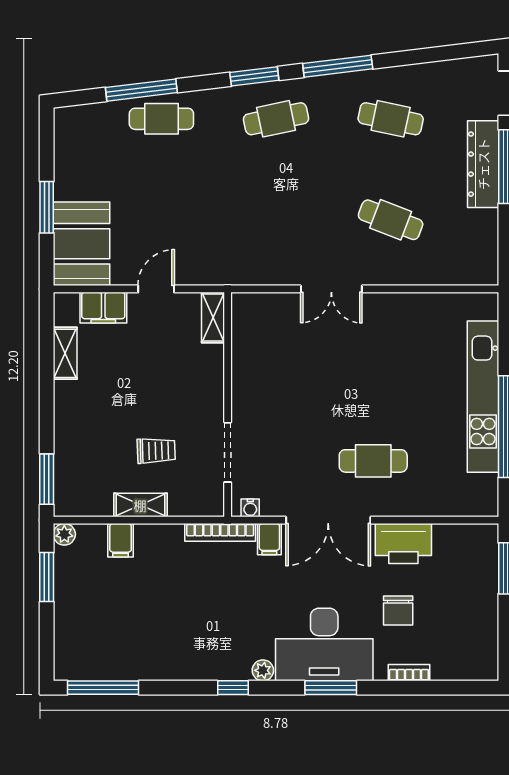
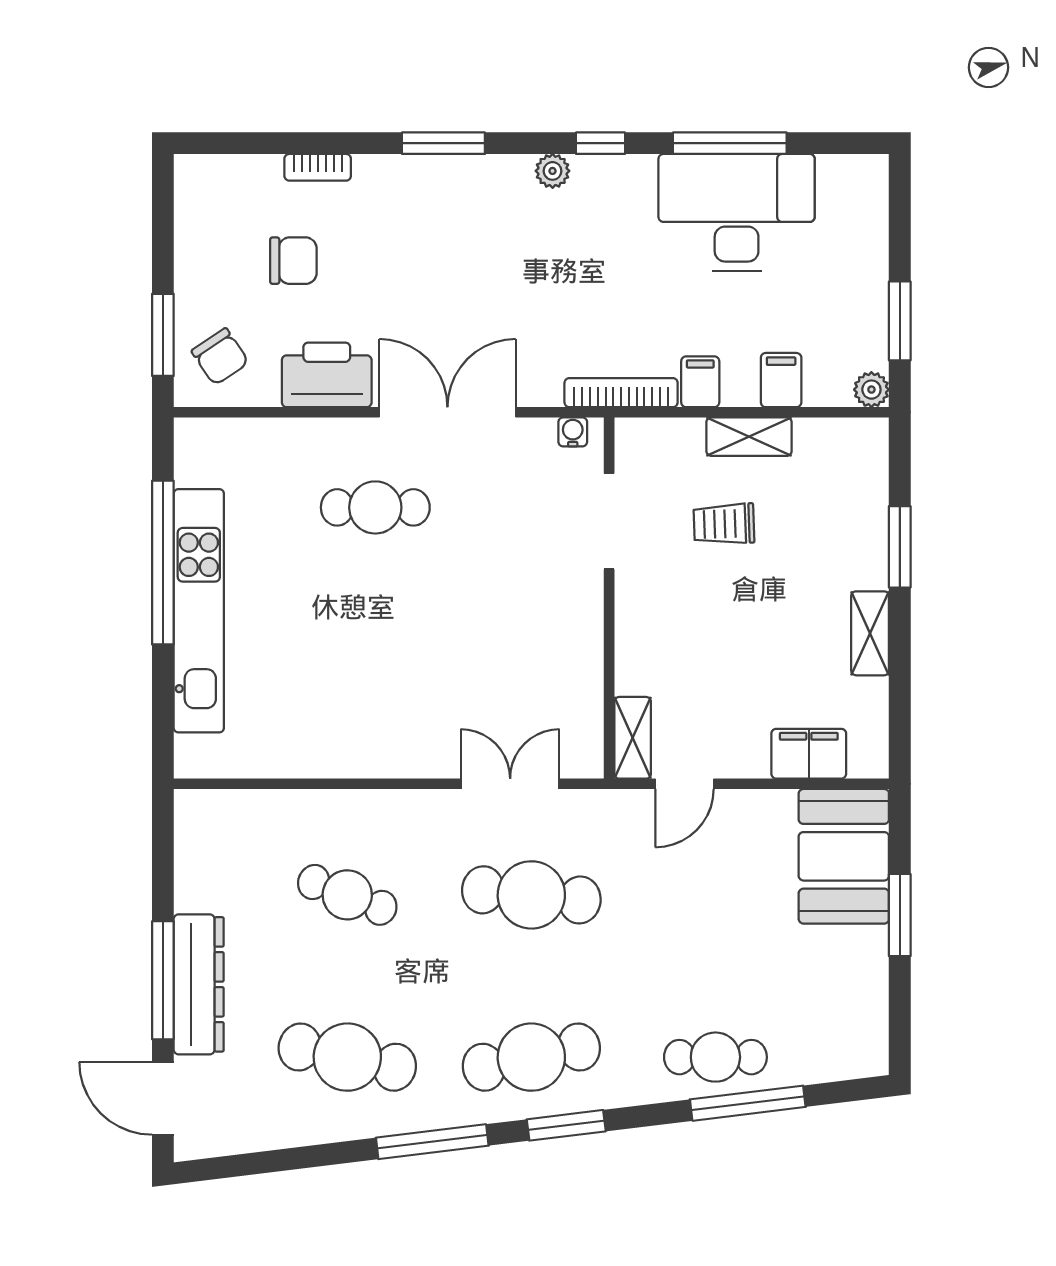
cafe table: (276, 119) -> (531, 1057), width x1.37, depth x1.35
cafe table: (391, 119) -> (347, 1057), width x1.37, depth x1.35
cafe table: (276, 220) -> (531, 895), added
door: (156, 289) -> (684, 784), moved
double door: (331, 289) -> (510, 784), moved
shelving: (65, 353) -> (870, 633), moved
window: (47, 479) -> (900, 547), moved
filing cabinet: (269, 539) -> (700, 382), moved
chair: (470, 555) -> (220, 357), added
chair: (398, 611) -> (293, 261), moved, turned 90
desk: (324, 645) -> (737, 212), moved
window: (103, 688) -> (730, 143), moved

